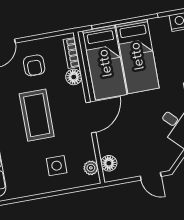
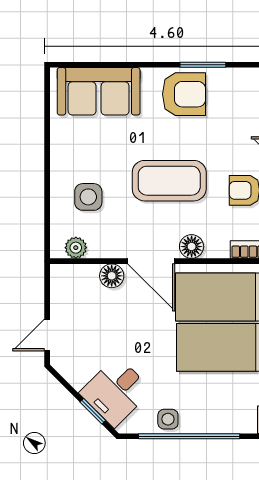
floor lamp: (74, 77) -> (192, 247), moved
floor lamp: (109, 163) -> (112, 276), moved

